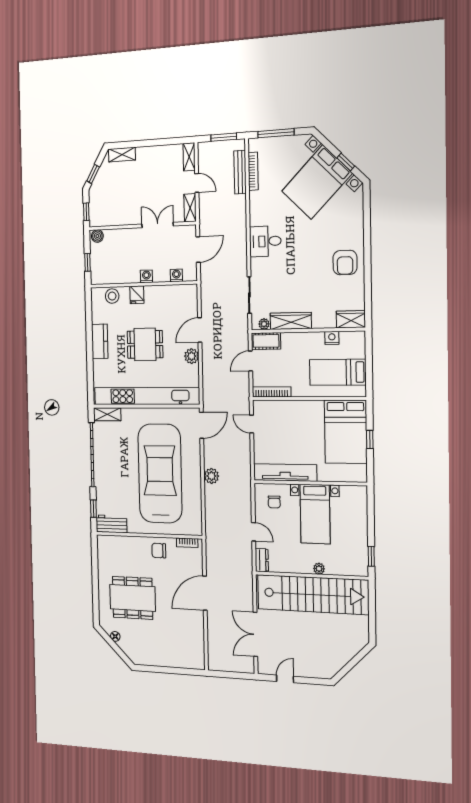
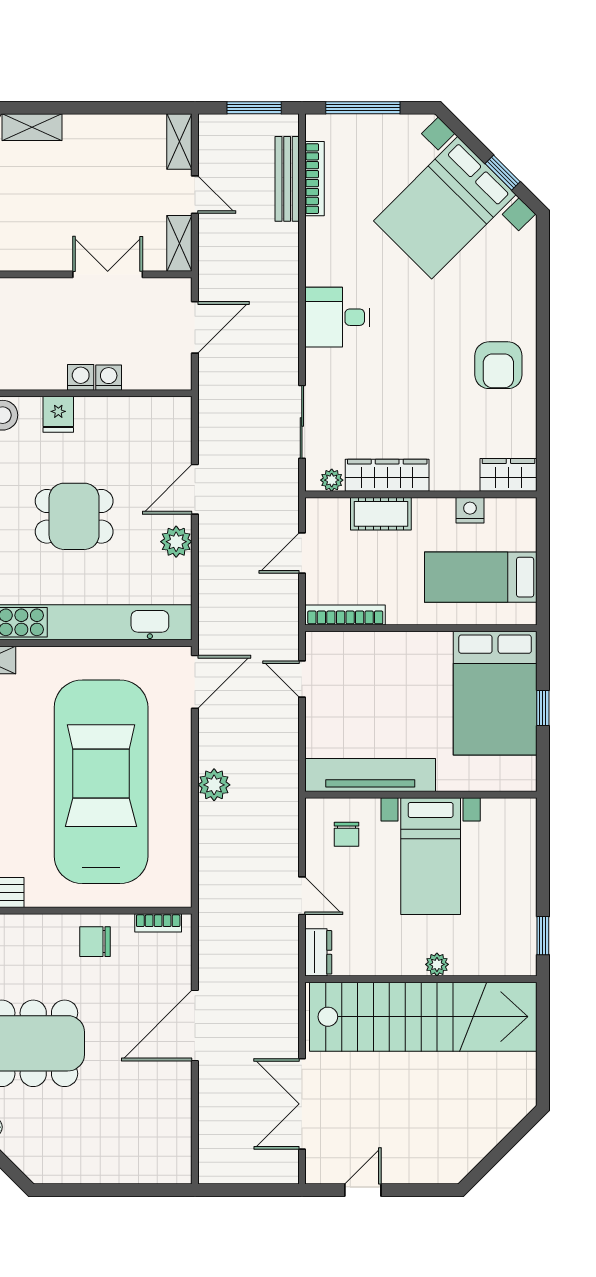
washing machine: (176, 275) -> (109, 378), moved
cot: (266, 341) -> (381, 514), moved

